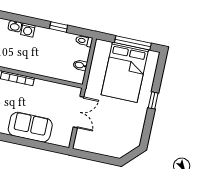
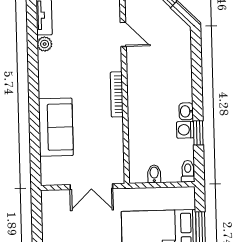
washbasin: (15, 26) -> (186, 111), moved
washing machine: (28, 30) -> (185, 130), moved

